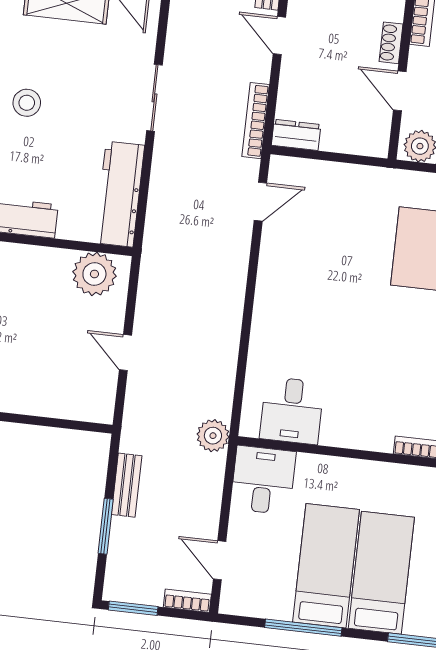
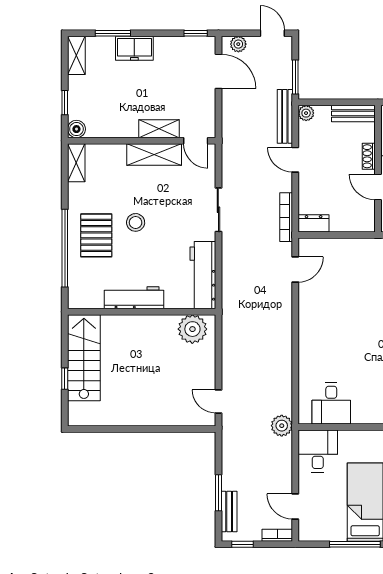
door: (125, 353) -> (218, 401), moved
bench: (127, 485) -> (229, 512), moved
window: (133, 608) -> (242, 544), width x0.67

